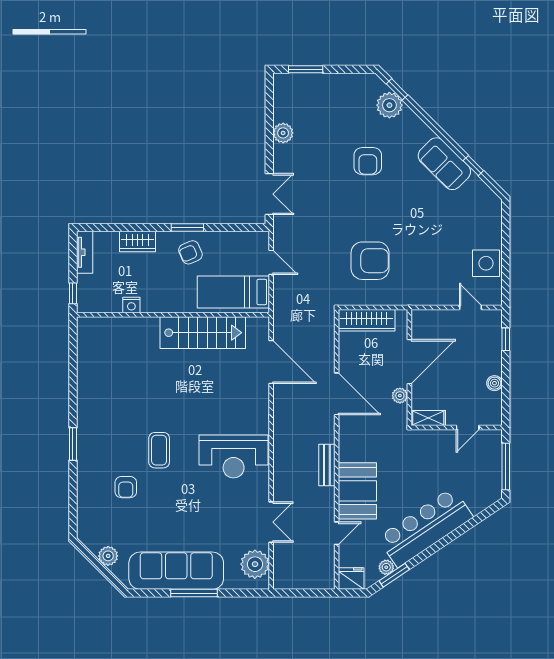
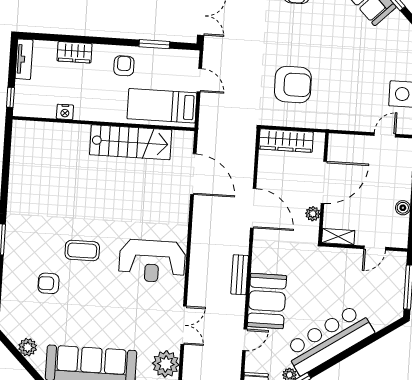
window: (187, 227) -> (154, 44), moved
armchair: (190, 252) -> (124, 66), turned 113
door: (471, 308) -> (385, 135), hinge flipped
coffee table: (159, 450) -> (82, 251), turned 90
armchair: (126, 487) -> (49, 283), turned 90

